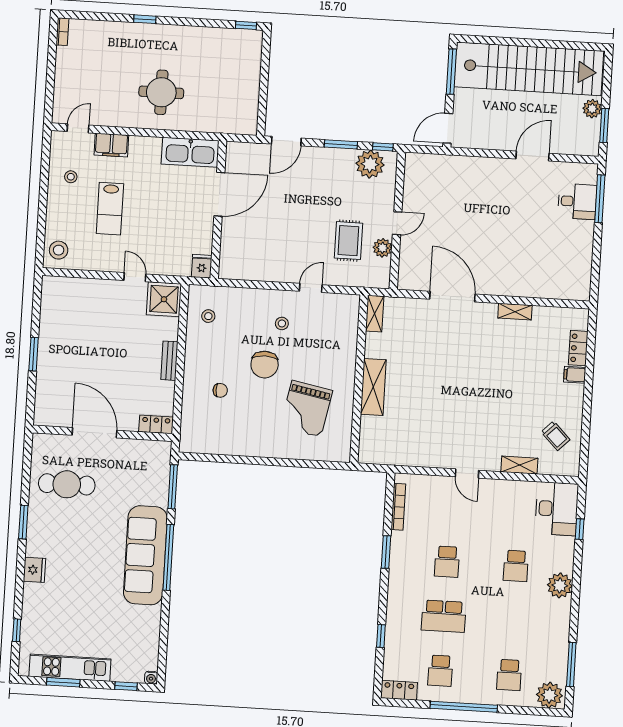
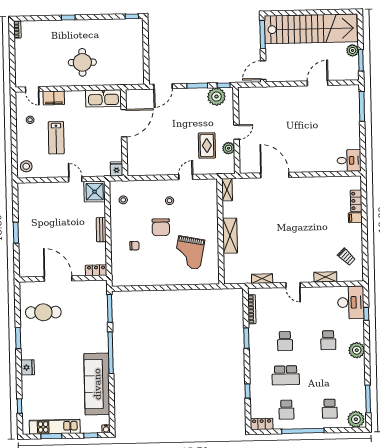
door: (78, 128) -> (32, 89), swing flipped
desk: (577, 201) -> (349, 160), moved
shelving: (515, 312) -> (262, 279), moved
sofa: (145, 555) -> (97, 384), moved

